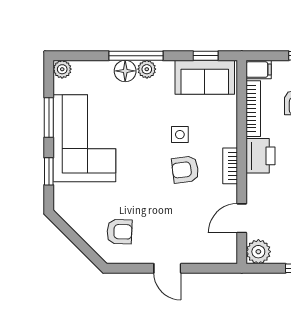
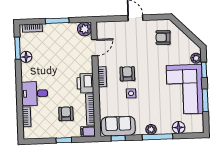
plant: (62, 69) -> (196, 58), moved
floor lamp: (125, 71) -> (179, 127), moved
armchair: (185, 170) -> (127, 74), turned -83

